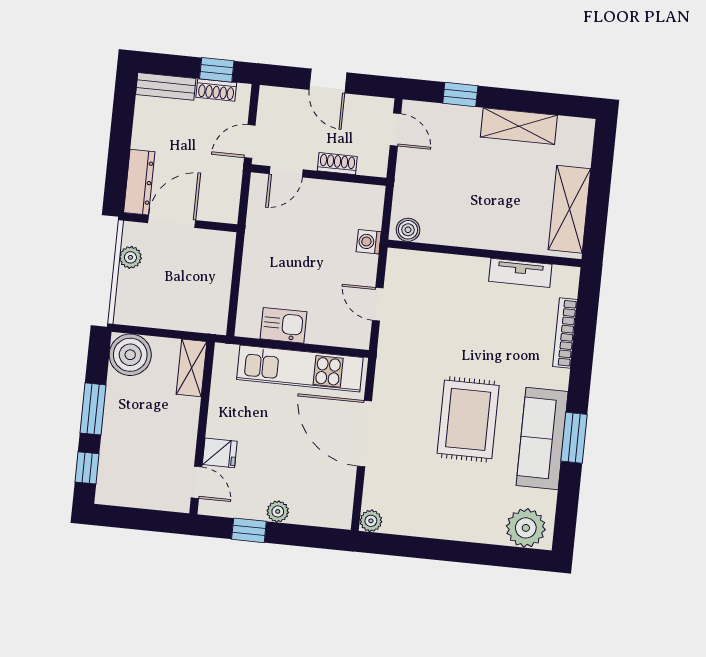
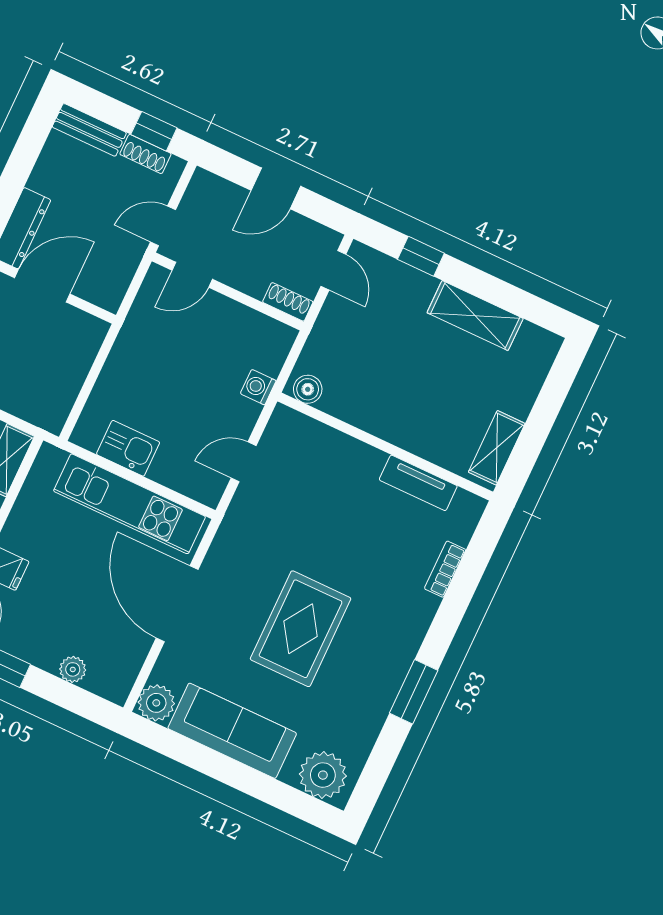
door: (328, 81) -> (276, 188), hinge flipped
shoe rack: (337, 164) -> (288, 302), moved
shelving: (569, 209) -> (497, 448), width x0.67, depth x0.75
door: (378, 304) -> (244, 462), hinge flipped
bookcase: (565, 333) -> (445, 569), width x0.64
sofa: (542, 438) -> (232, 731), moved, turned 90
plant: (278, 511) -> (73, 669), moved
plant: (371, 521) -> (156, 703), width x1.38, depth x1.38

